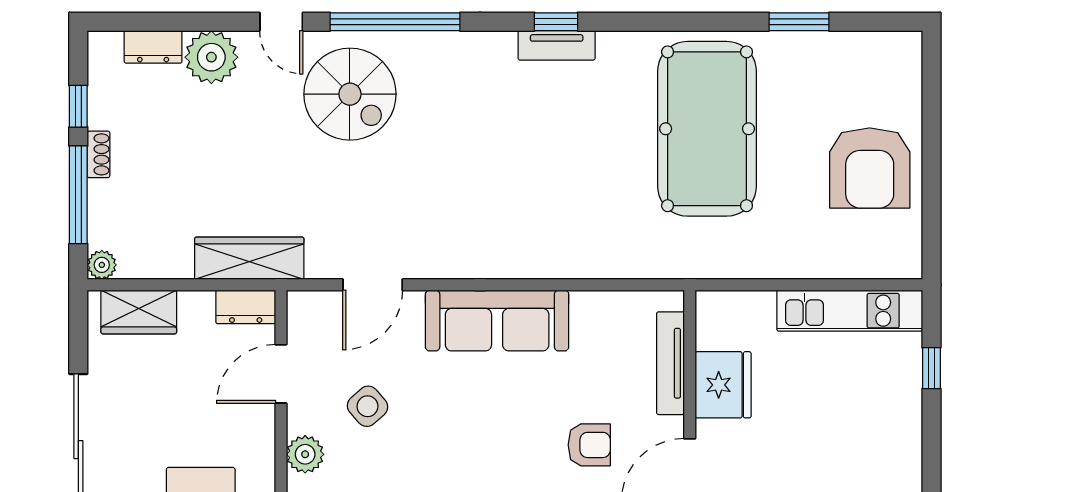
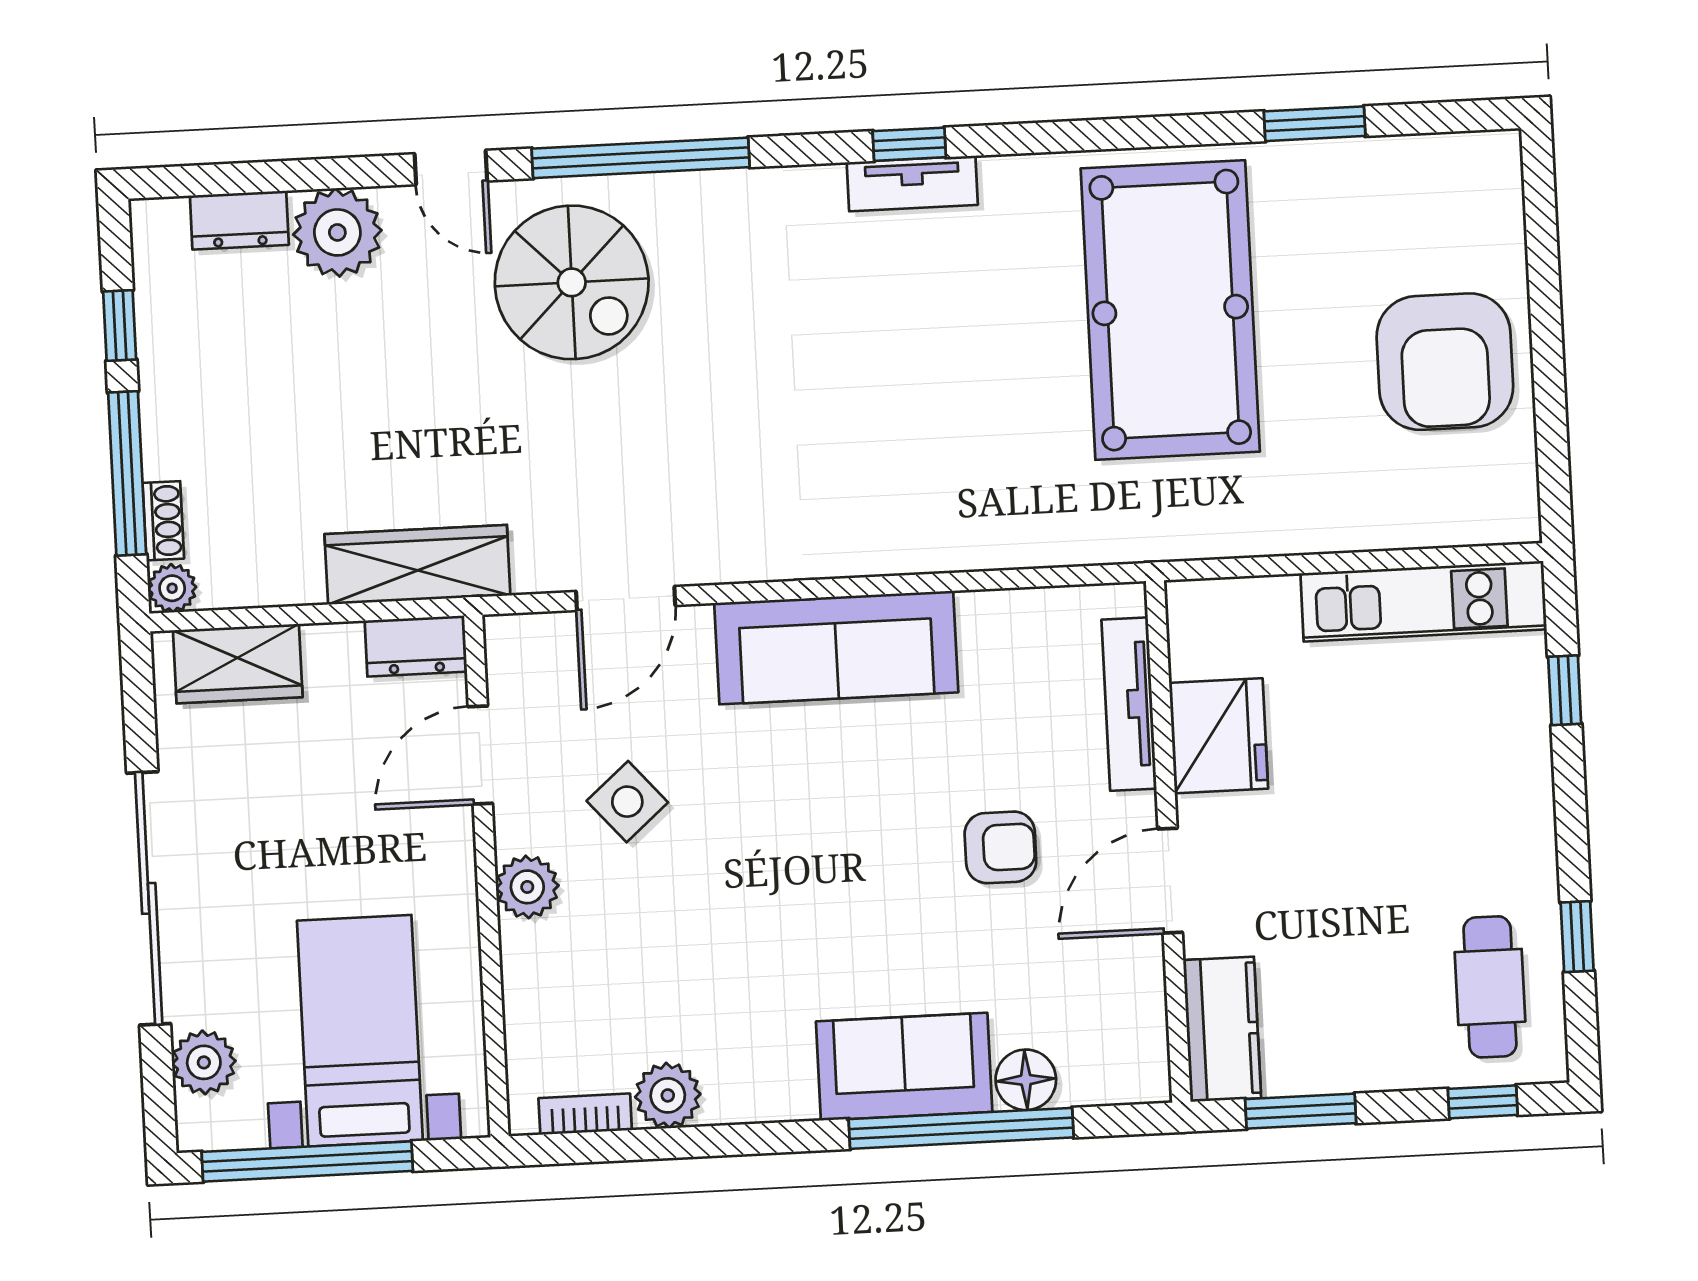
shoe rack: (99, 154) -> (163, 521), moved

